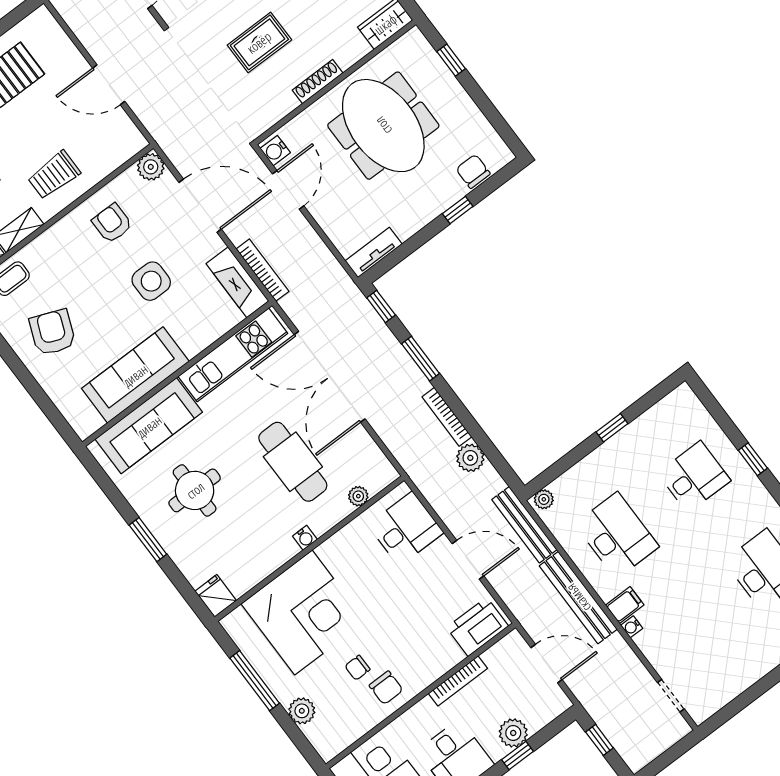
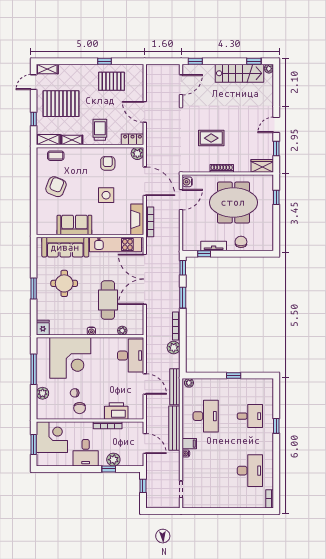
meeting table: (383, 126) -> (233, 202), turned 90
locker: (124, 149) -> (133, 139), added
chair: (473, 171) -> (241, 242), moved
trolley: (54, 175) -> (100, 130), turned 90
window: (458, 210) -> (204, 254), moved
tv unit: (374, 252) -> (214, 246), moved
sofa: (135, 375) -> (74, 225), width x0.73
desk: (406, 529) -> (131, 356), width x1.37
printer: (477, 627) -> (116, 411), moved

